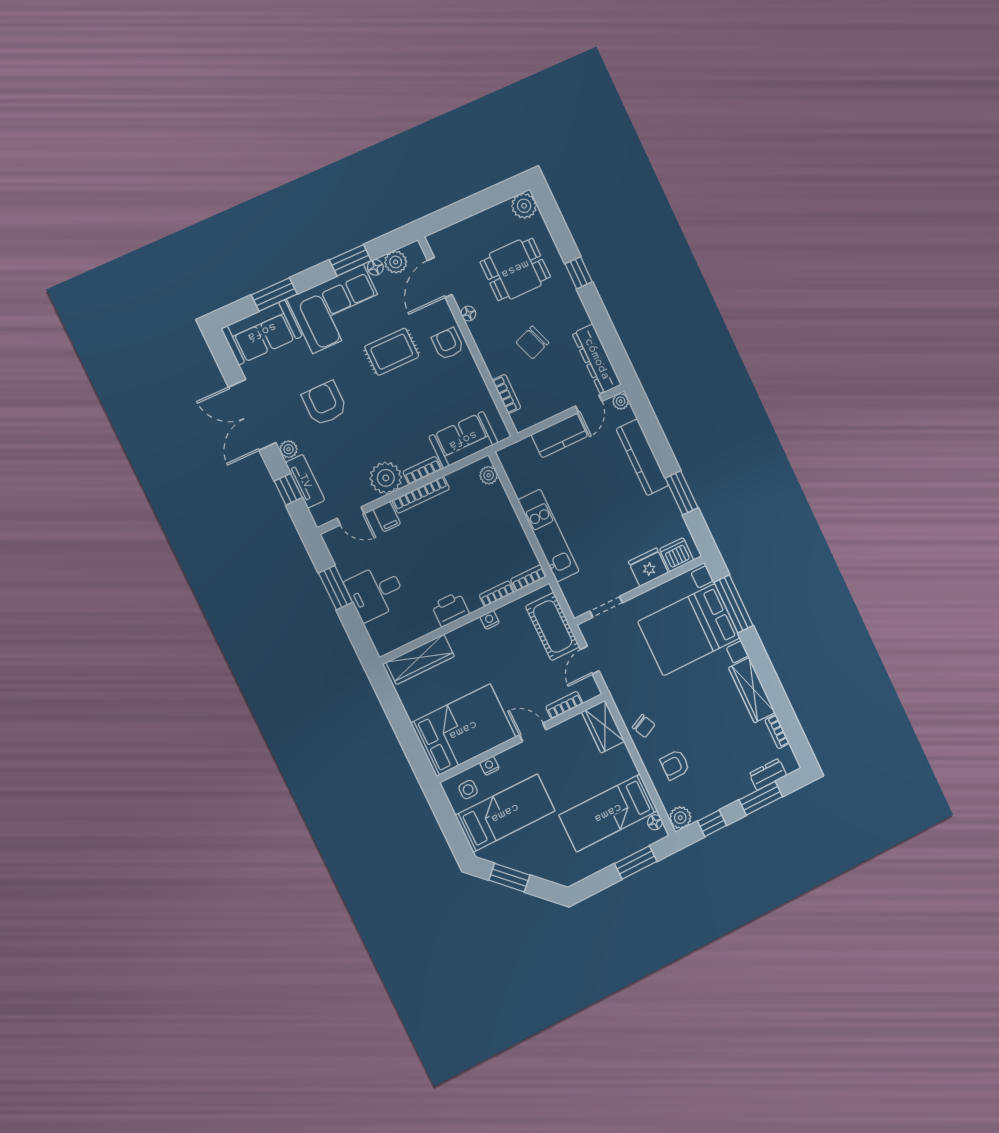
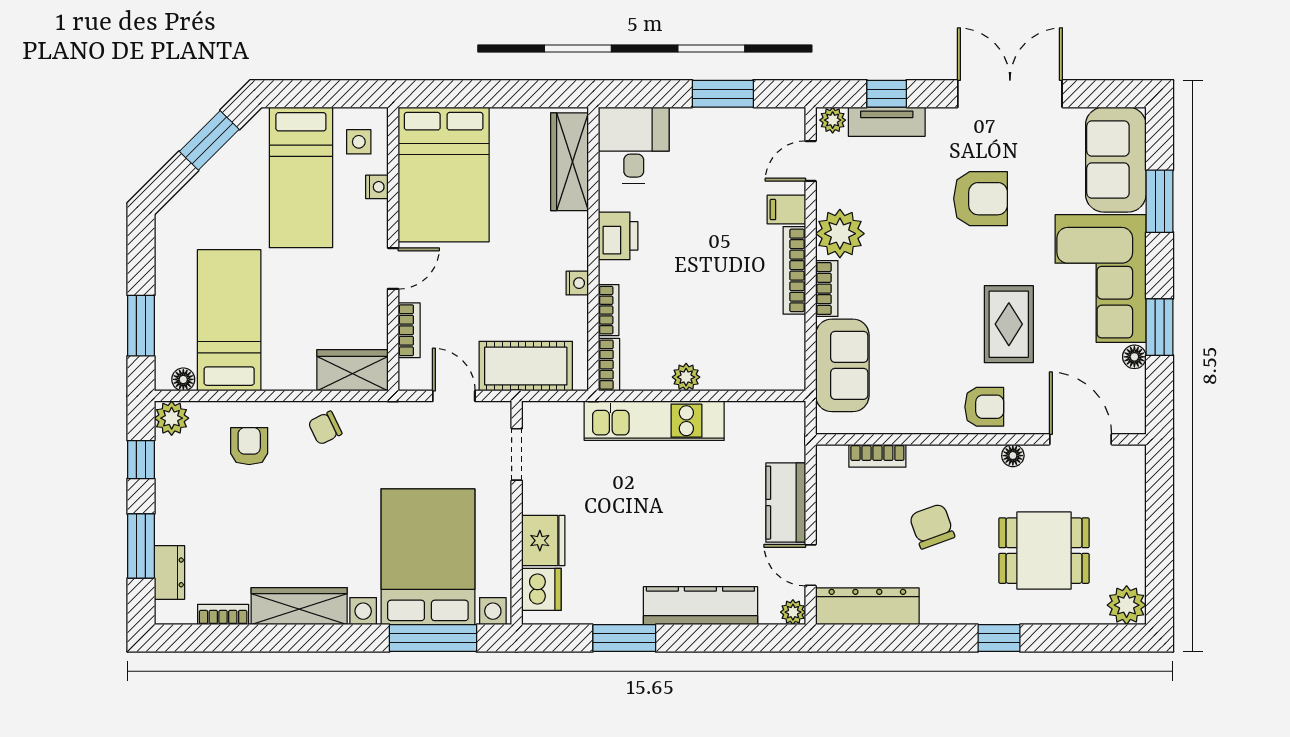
plant: (396, 262) -> (1129, 388), removed
dining table: (515, 269) -> (1044, 551), turned 90
plant: (289, 449) -> (833, 120), moved
plant: (489, 475) -> (686, 377), moved
desk: (376, 592) -> (634, 145), moved

